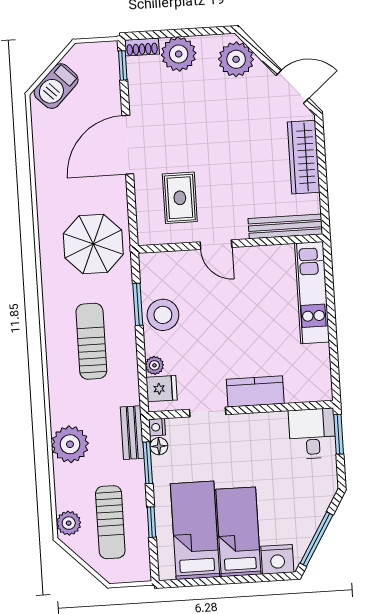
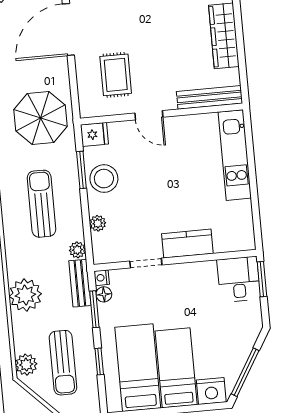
fridge: (161, 389) -> (94, 134), moved
plant: (130, 395) -> (77, 250), added

